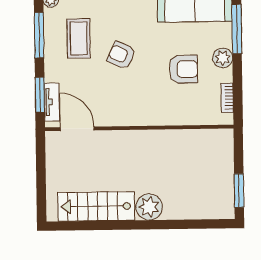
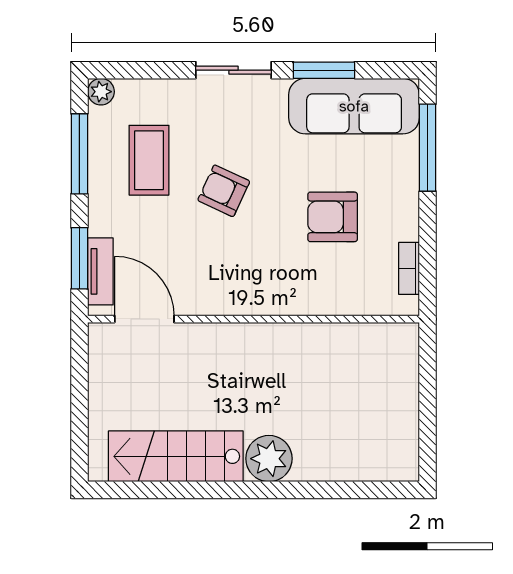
plant: (223, 58) -> (402, 198), removed
armchair: (183, 69) -> (333, 217), turned 180
window: (239, 190) -> (428, 432), removed

